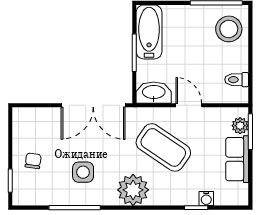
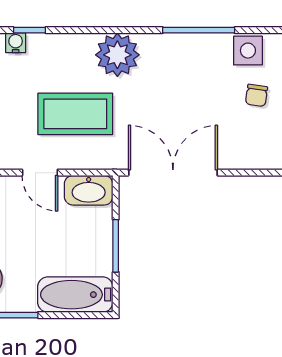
bathtub: (149, 32) -> (75, 295), moved, turned 90
coffee table: (163, 147) -> (75, 114), turned -34
side table: (83, 172) -> (248, 51), moved

